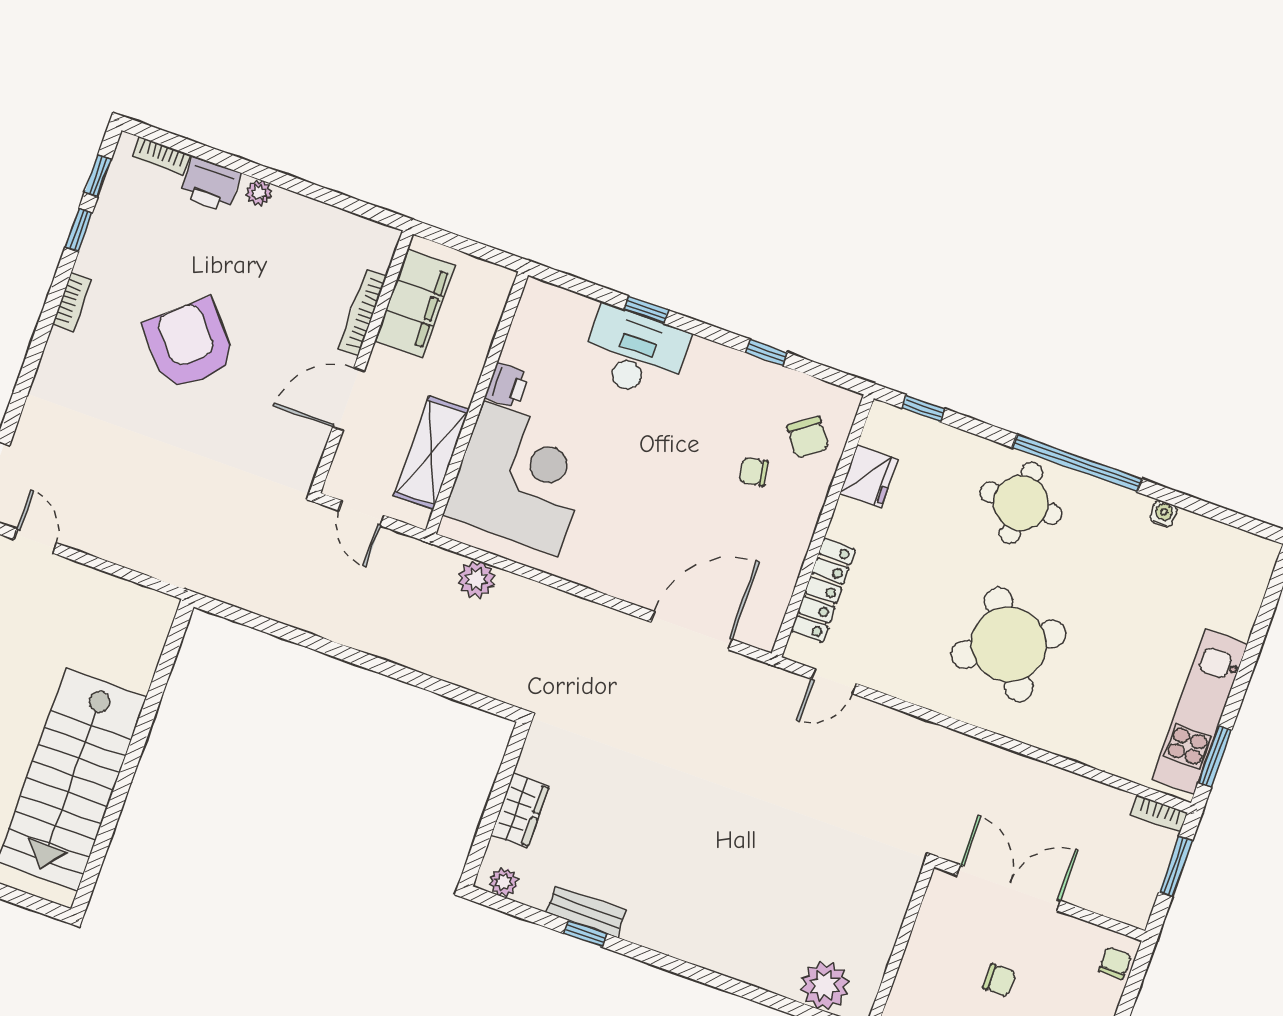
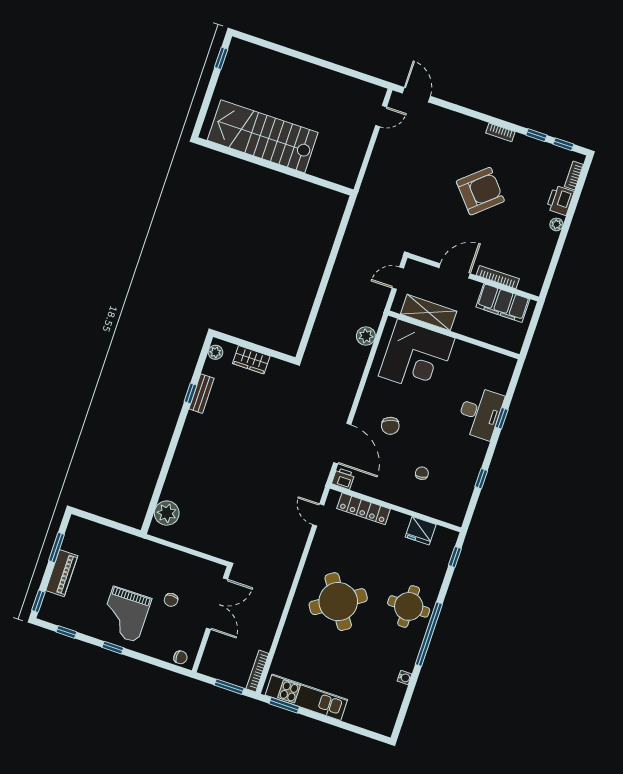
printer: (507, 385) -> (343, 479), moved, turned 180
door: (349, 399) -> (455, 271), hinge flipped
chair: (808, 437) -> (390, 426), moved, turned -74
bookcase: (1159, 814) -> (257, 671), width x1.56

